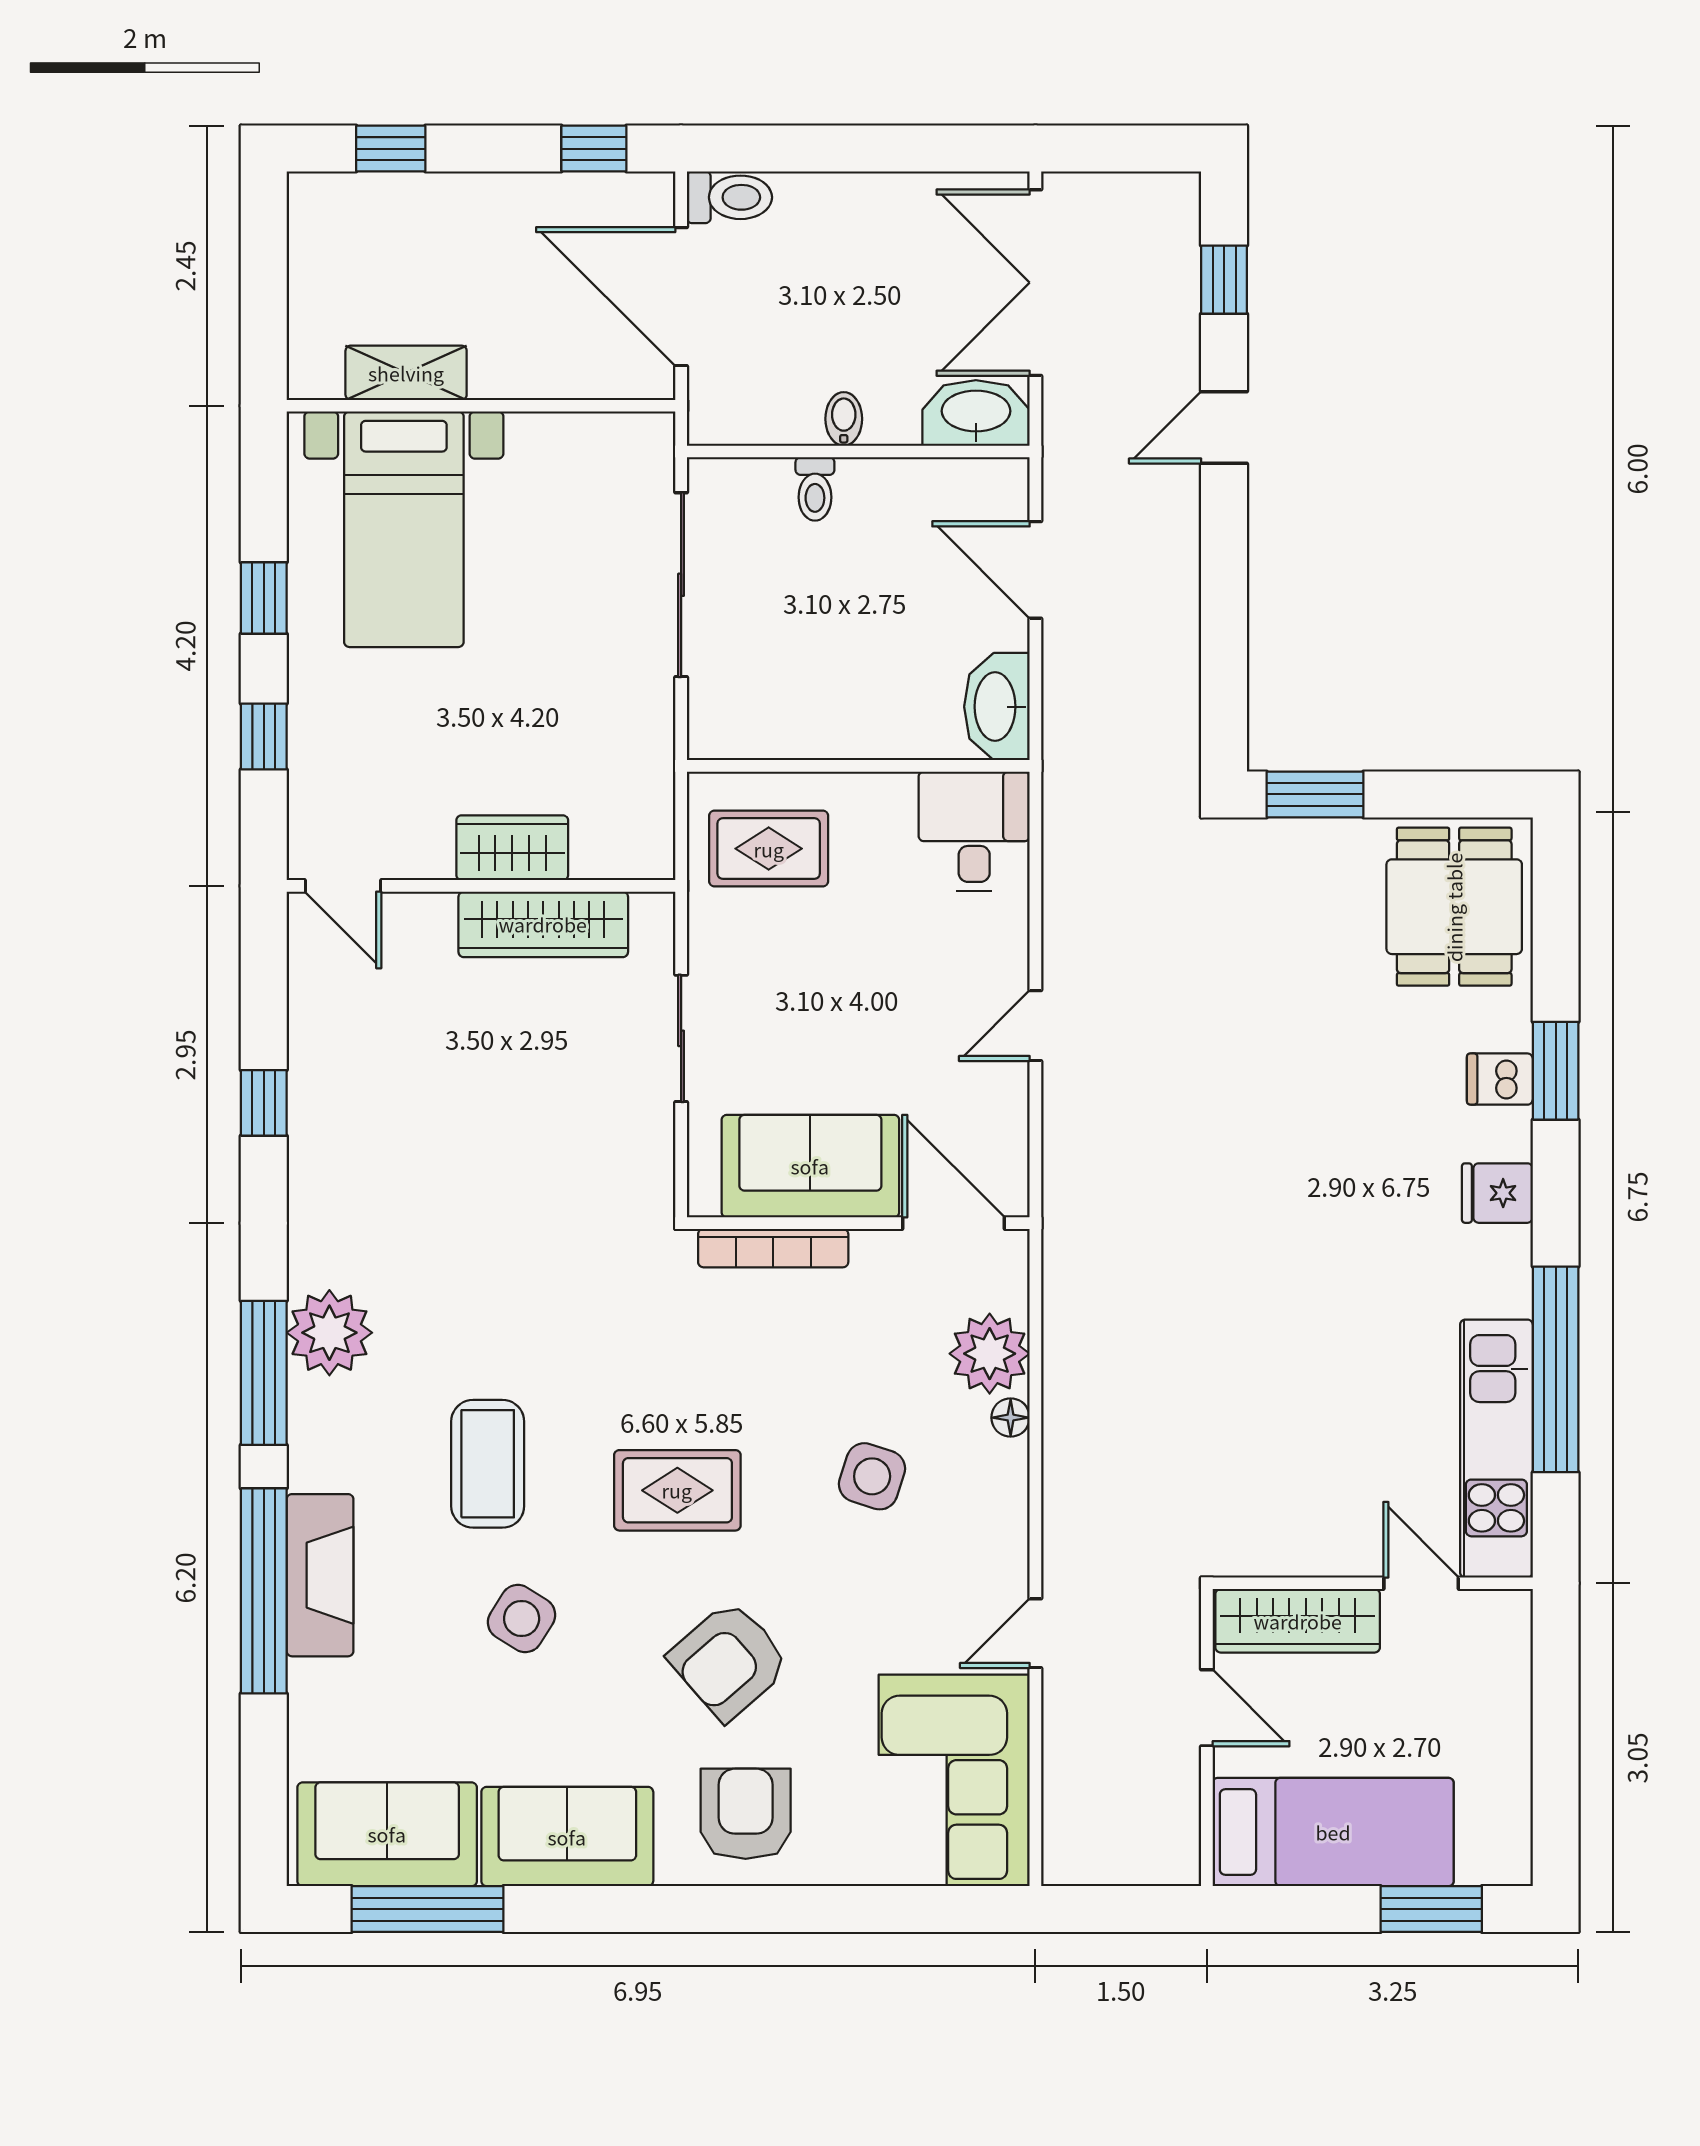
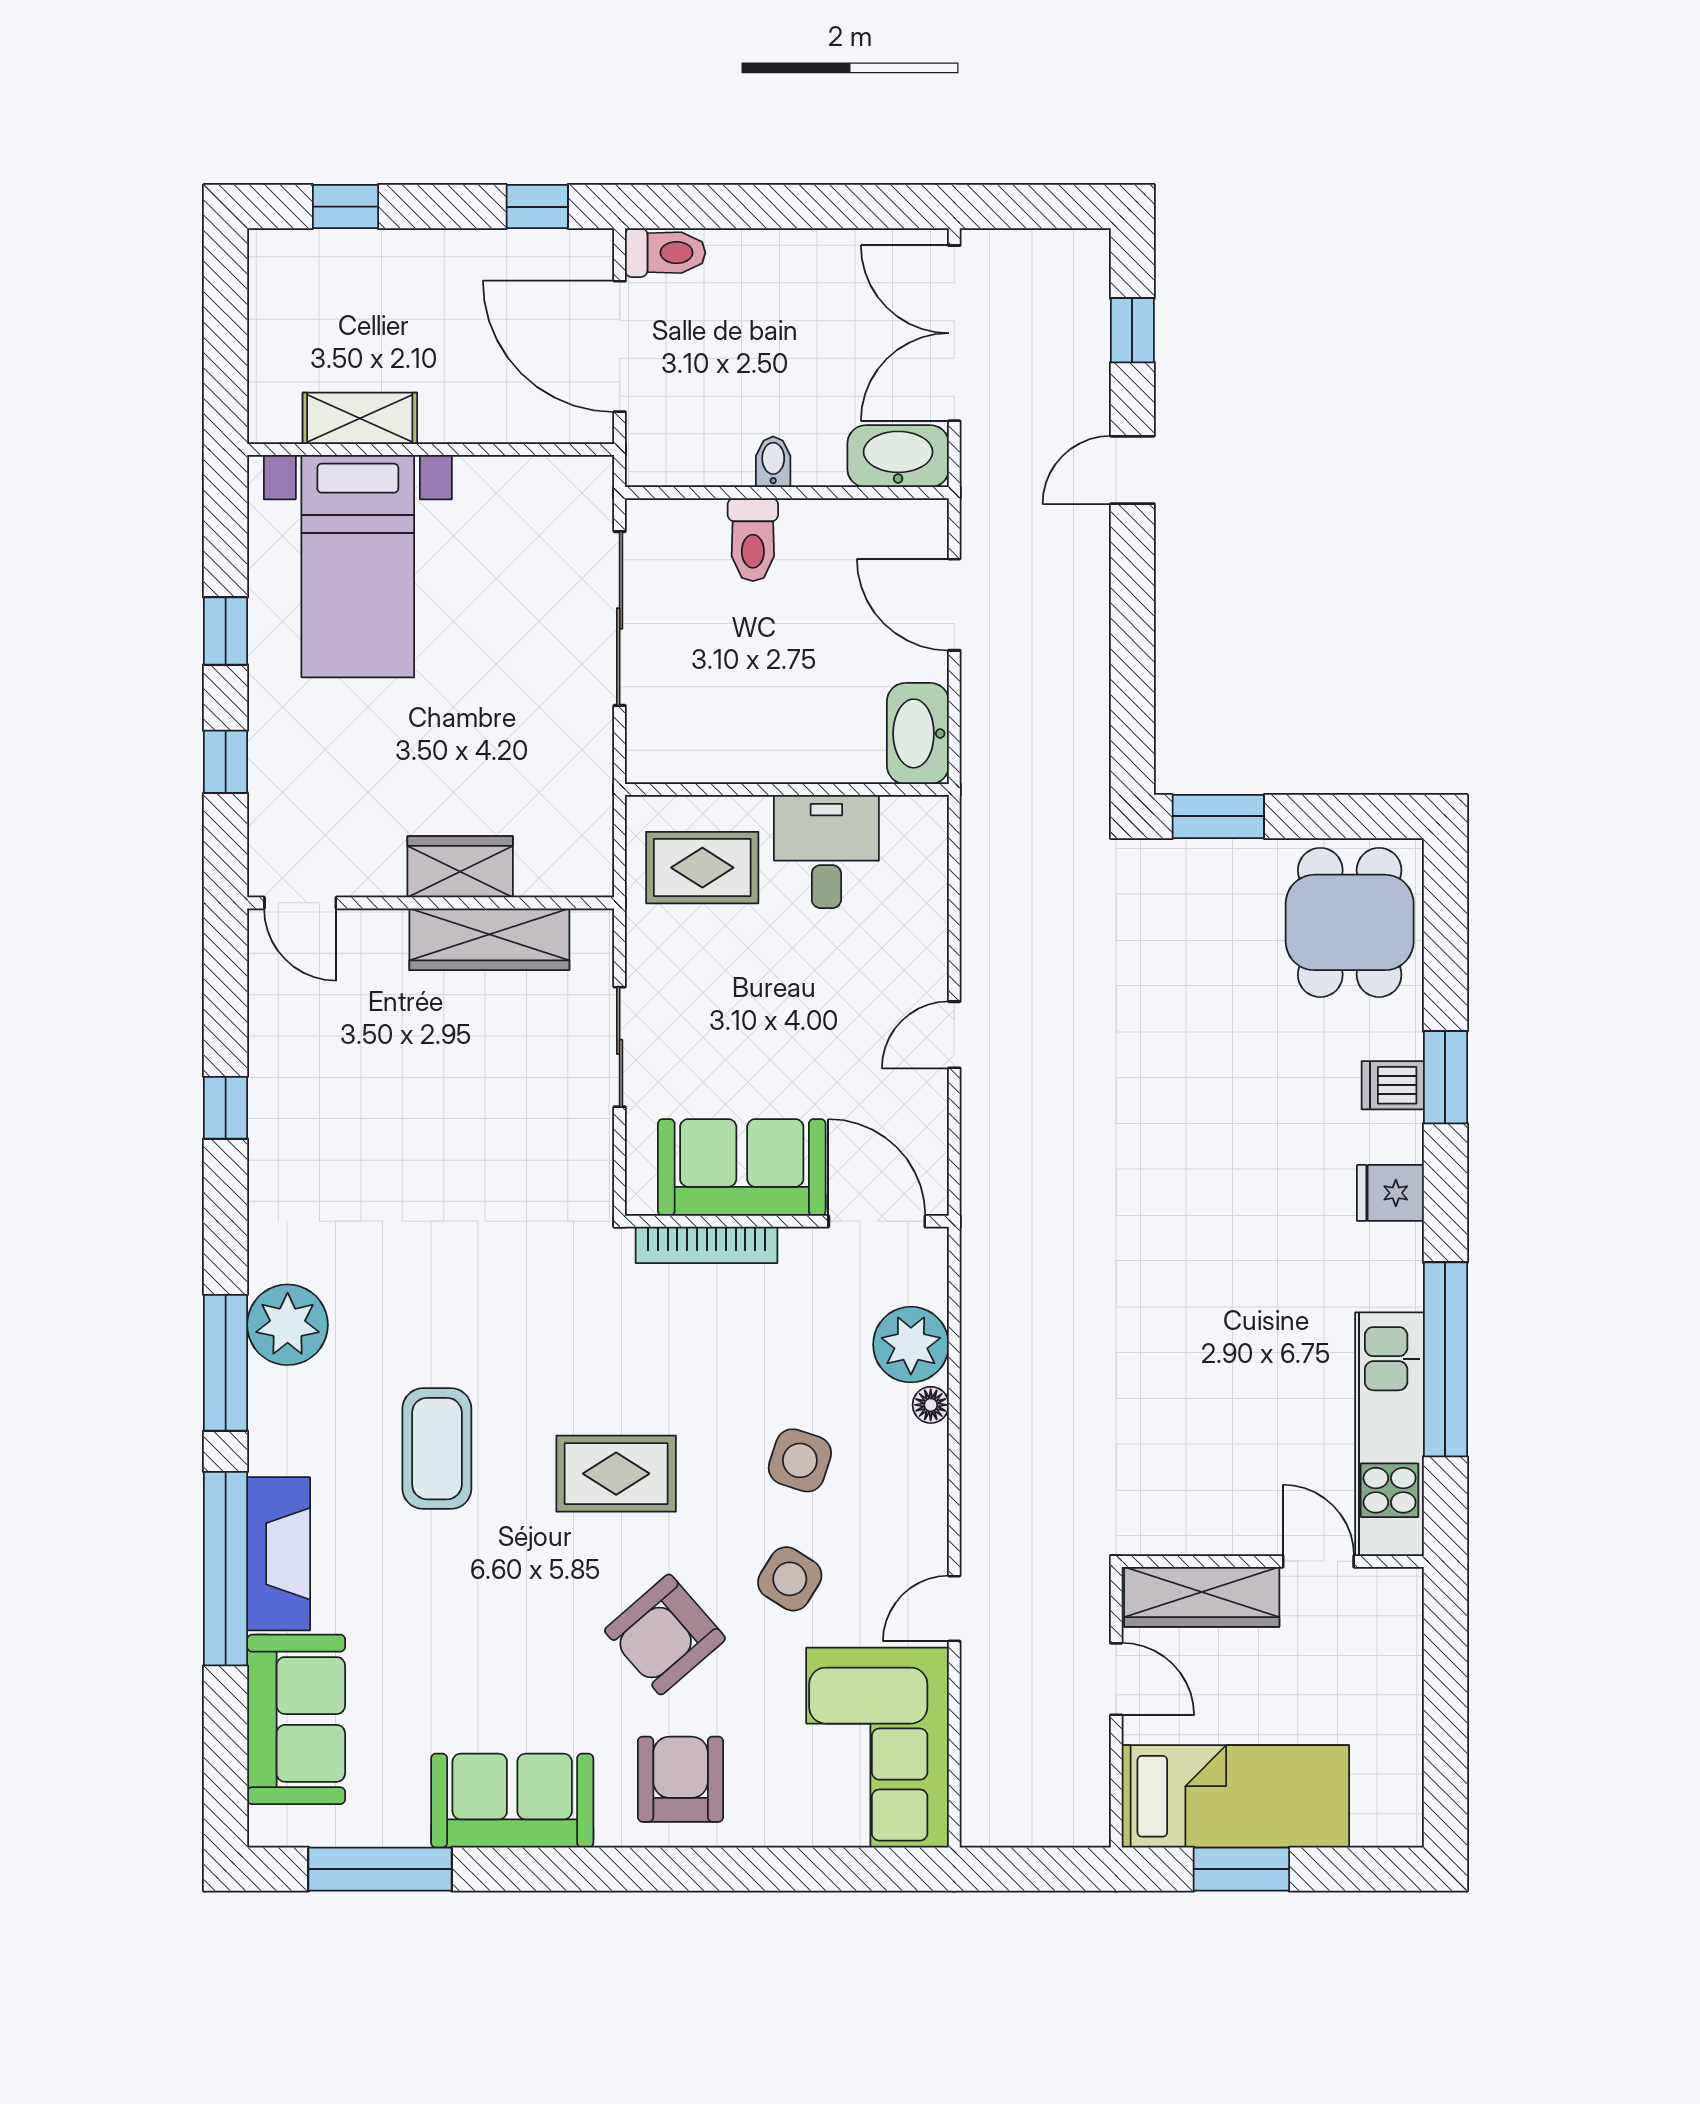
toilet: (815, 489) -> (753, 540), width x1.37, depth x1.39
desk: (974, 832) -> (826, 852), moved
side table: (522, 1618) -> (790, 1579), moved
sofa: (387, 1834) -> (296, 1719), moved, turned 90
window: (1431, 1909) -> (1241, 1869), moved

